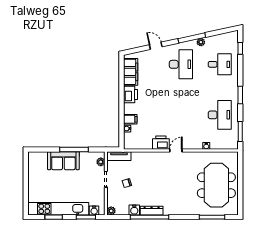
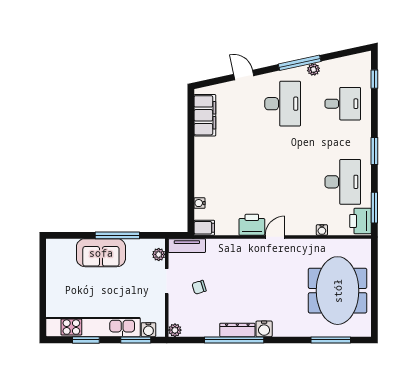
printer: (131, 94) -> (361, 221), moved, turned 180
filing cabinet: (130, 119) -> (204, 228), moved
water cooler: (134, 210) -> (264, 329), moved

